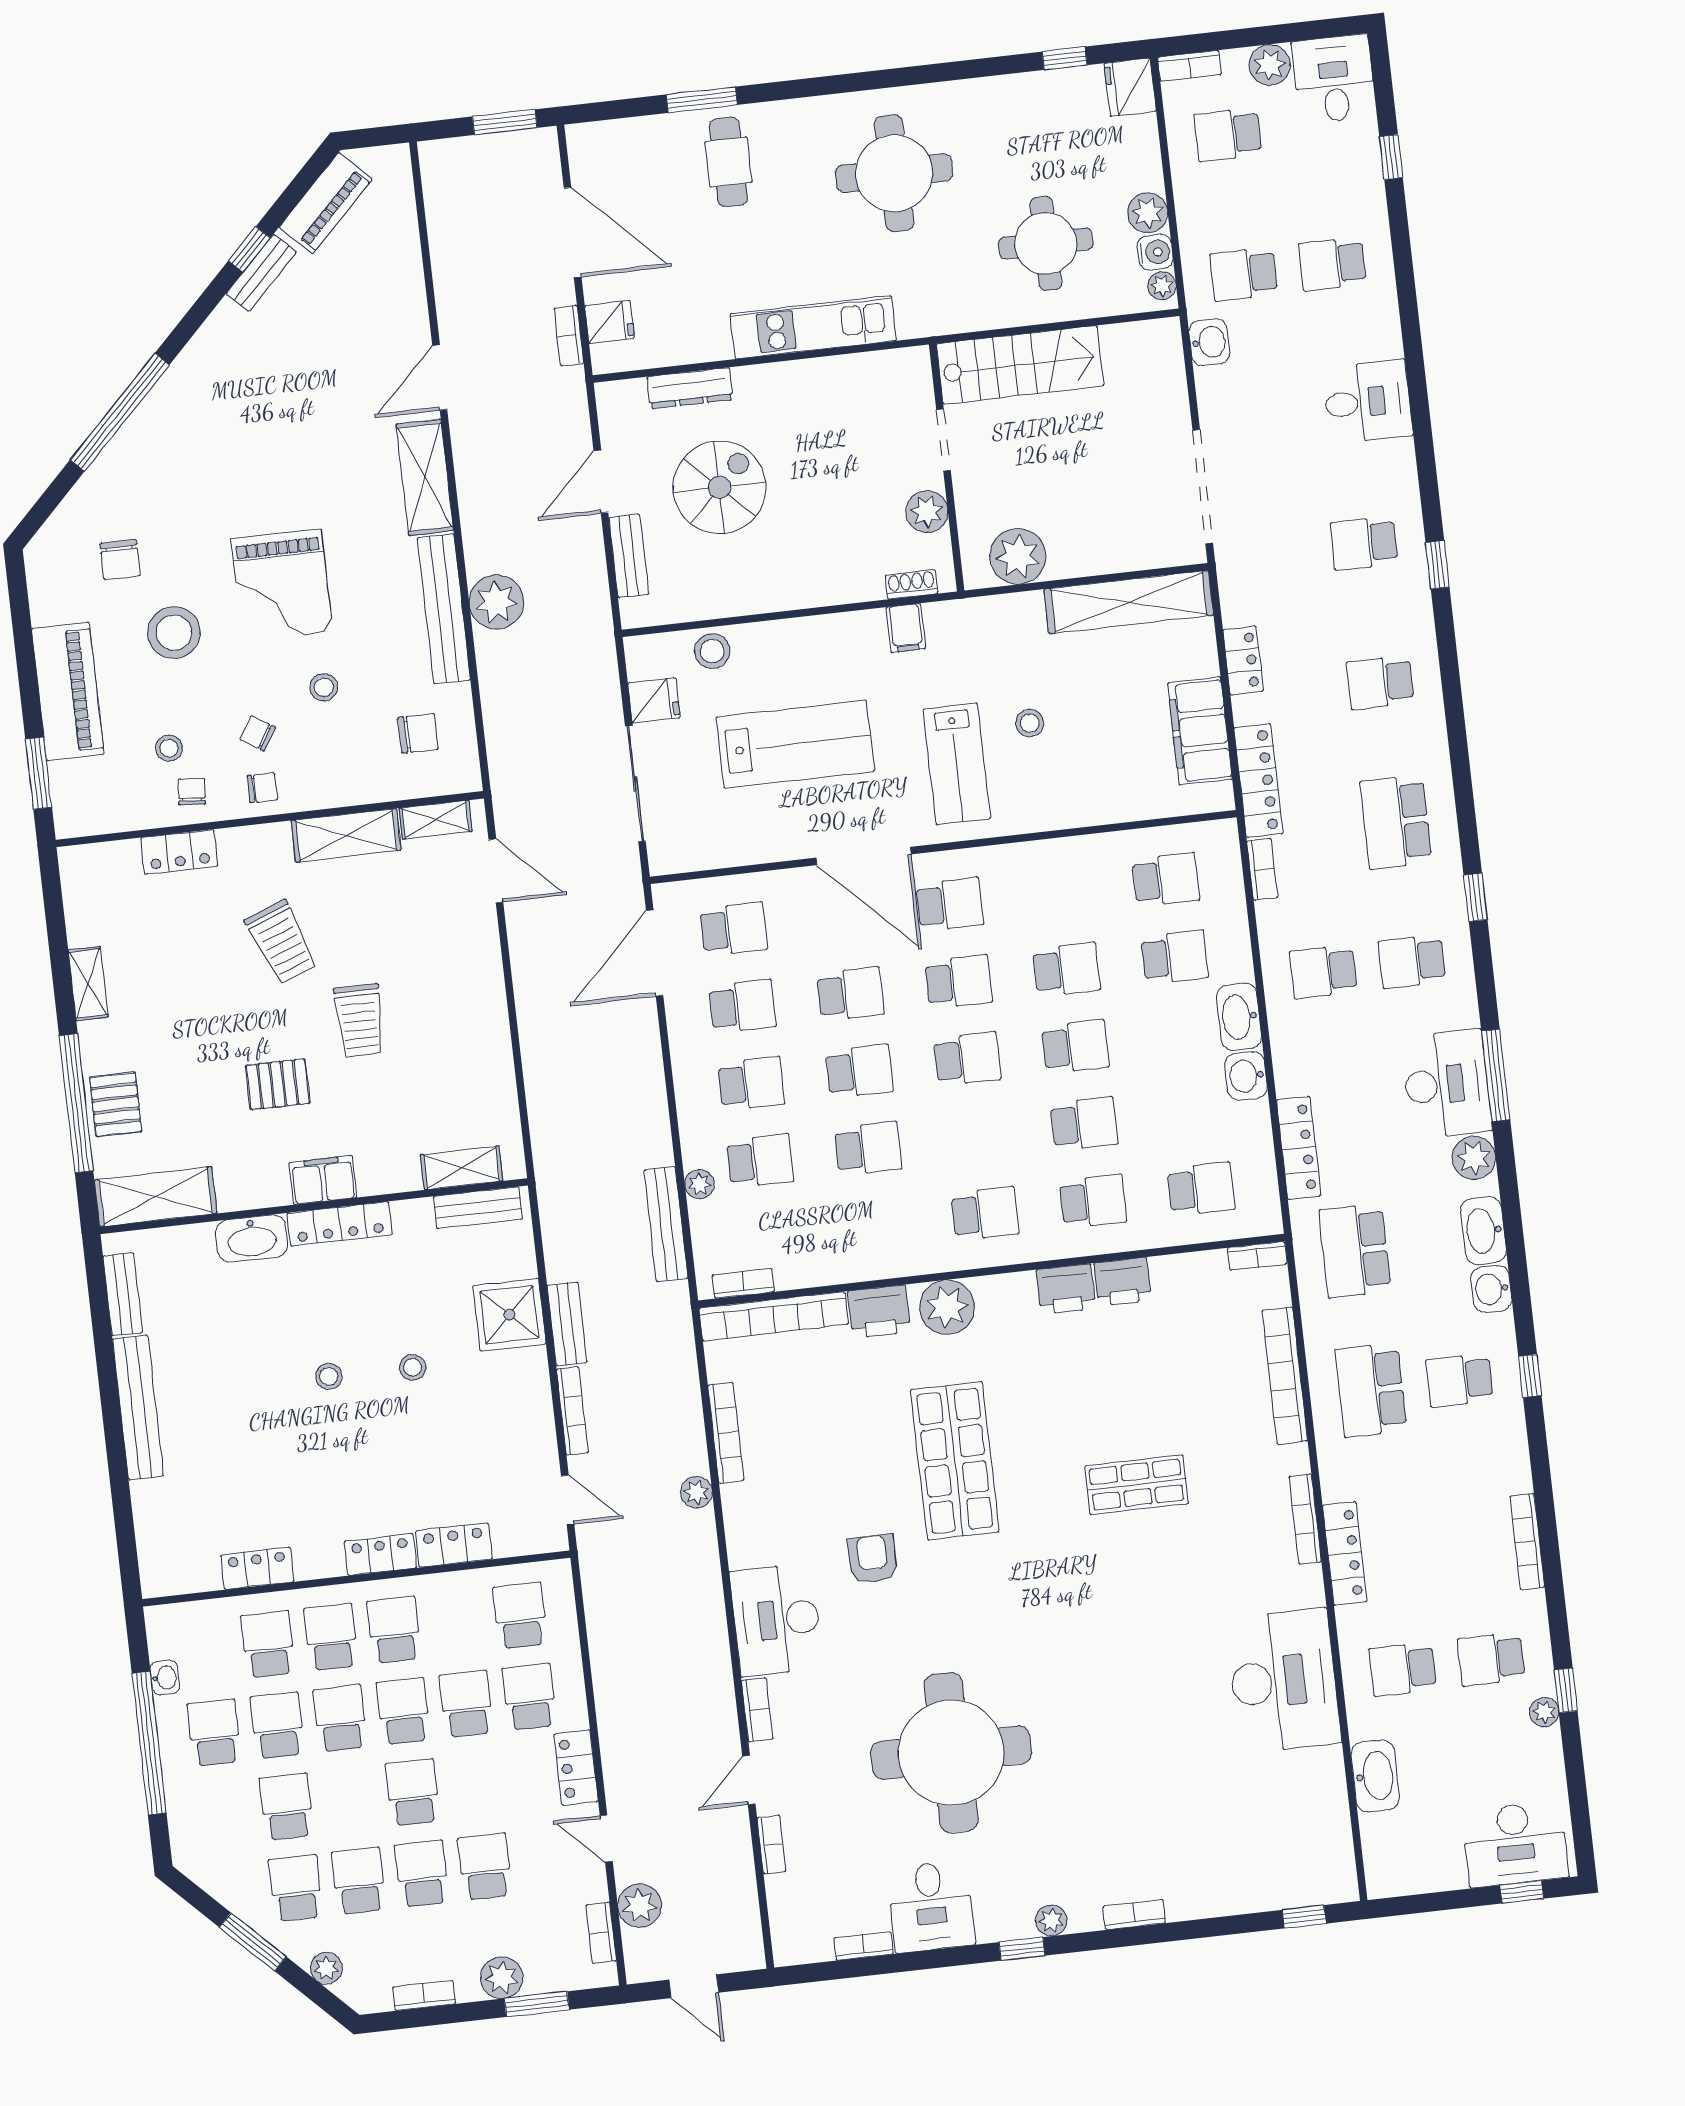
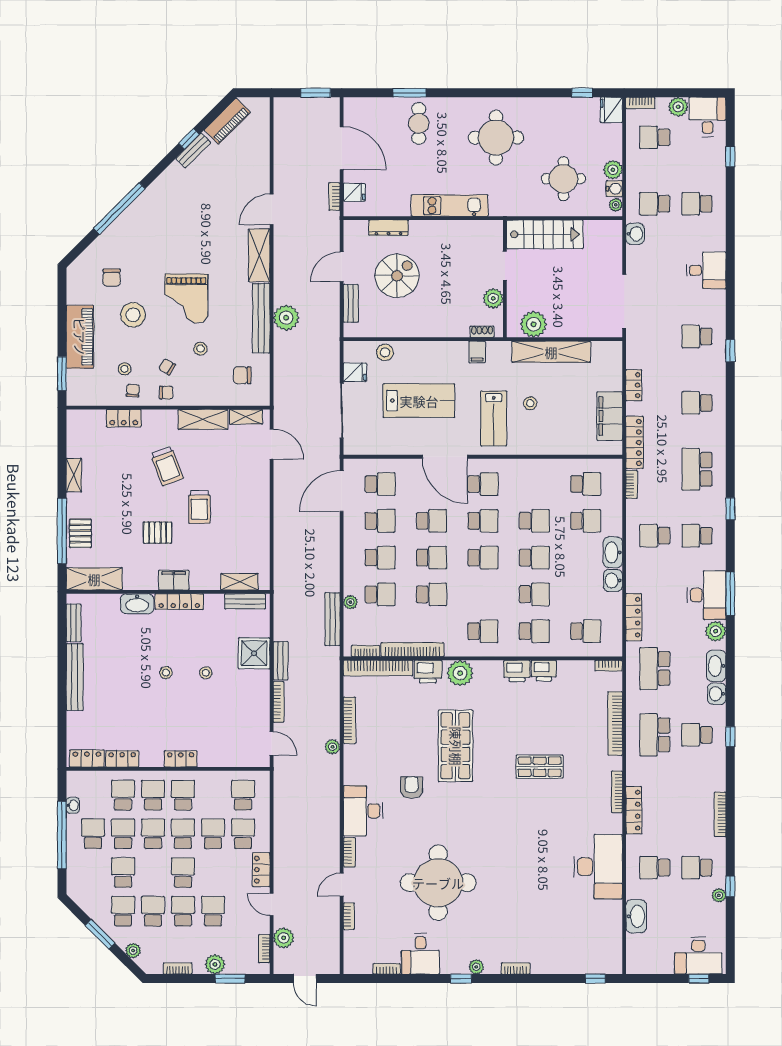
shelving: (1129, 602) -> (551, 352), moved
chair: (418, 733) -> (242, 375), turned 180
bookcase: (842, 1269) -> (413, 650), added
locker: (454, 1545) -> (87, 758), moved

